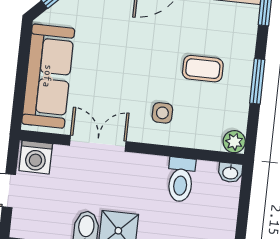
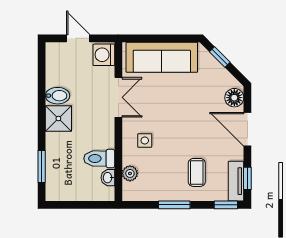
coffee table: (203, 69) -> (197, 172), moved
plant: (234, 142) -> (130, 173), moved
washbasin: (230, 173) -> (108, 178), moved

